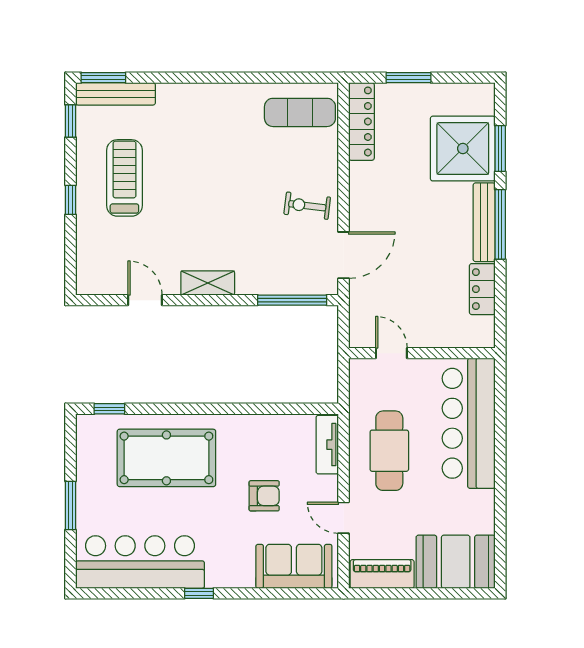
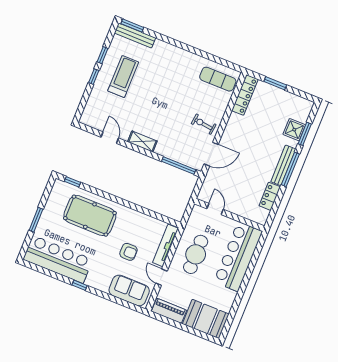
window: (71, 121) -> (102, 55), moved
shower: (463, 149) -> (294, 130), width x0.54, depth x0.54
tv unit: (327, 445) -> (165, 245), width x1.41

